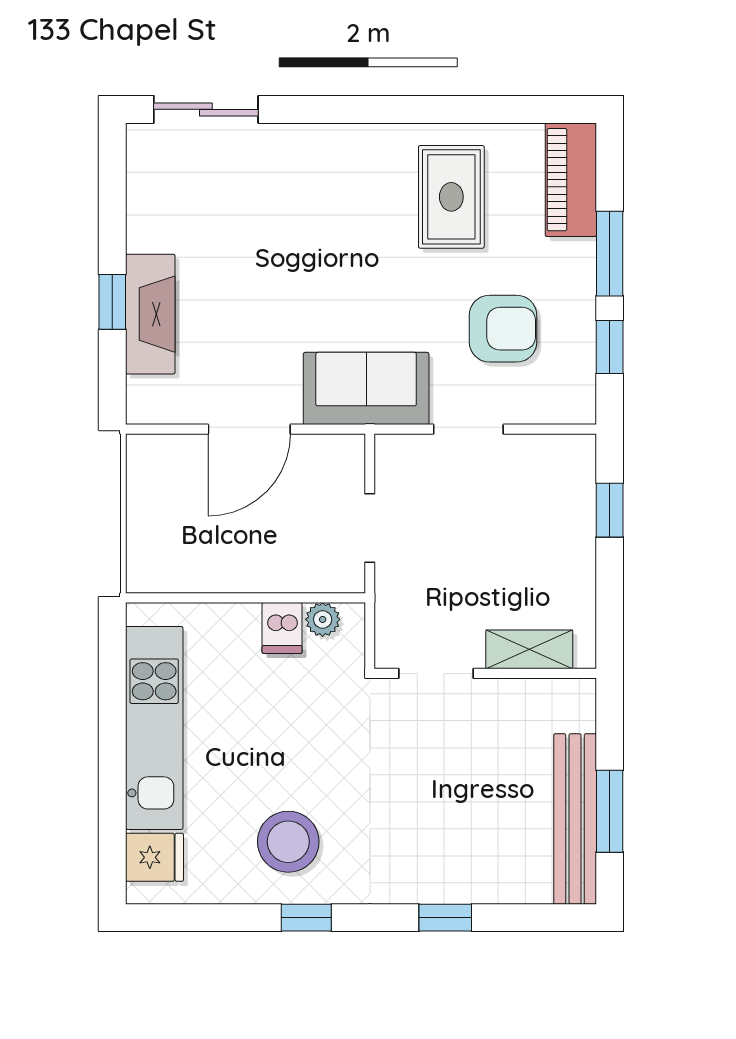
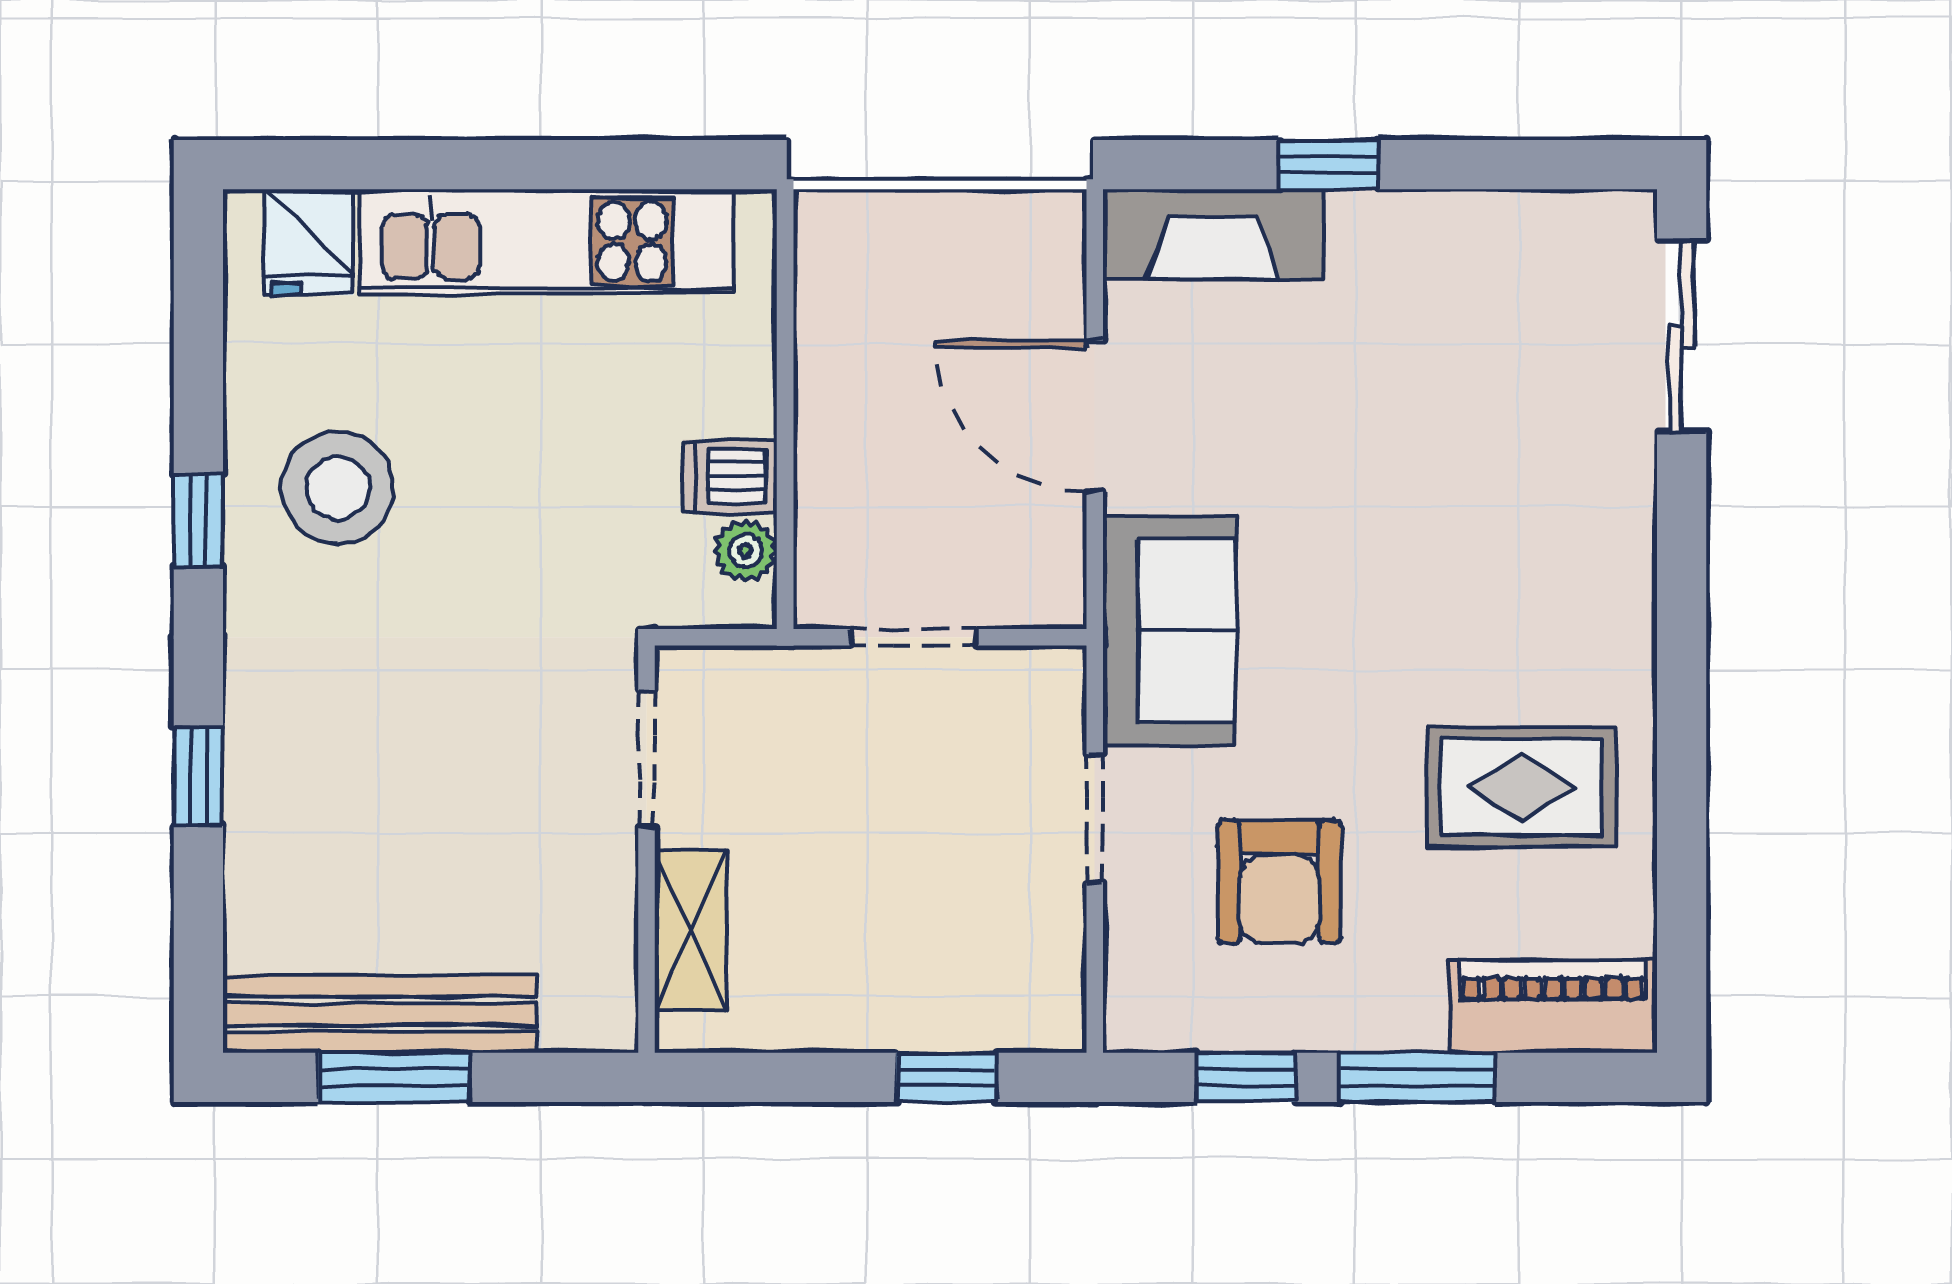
fireplace: (150, 314) -> (1213, 234), moved

